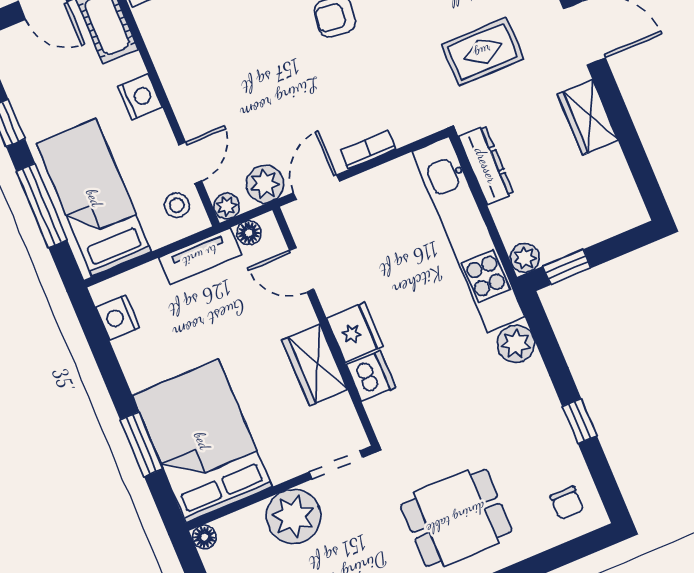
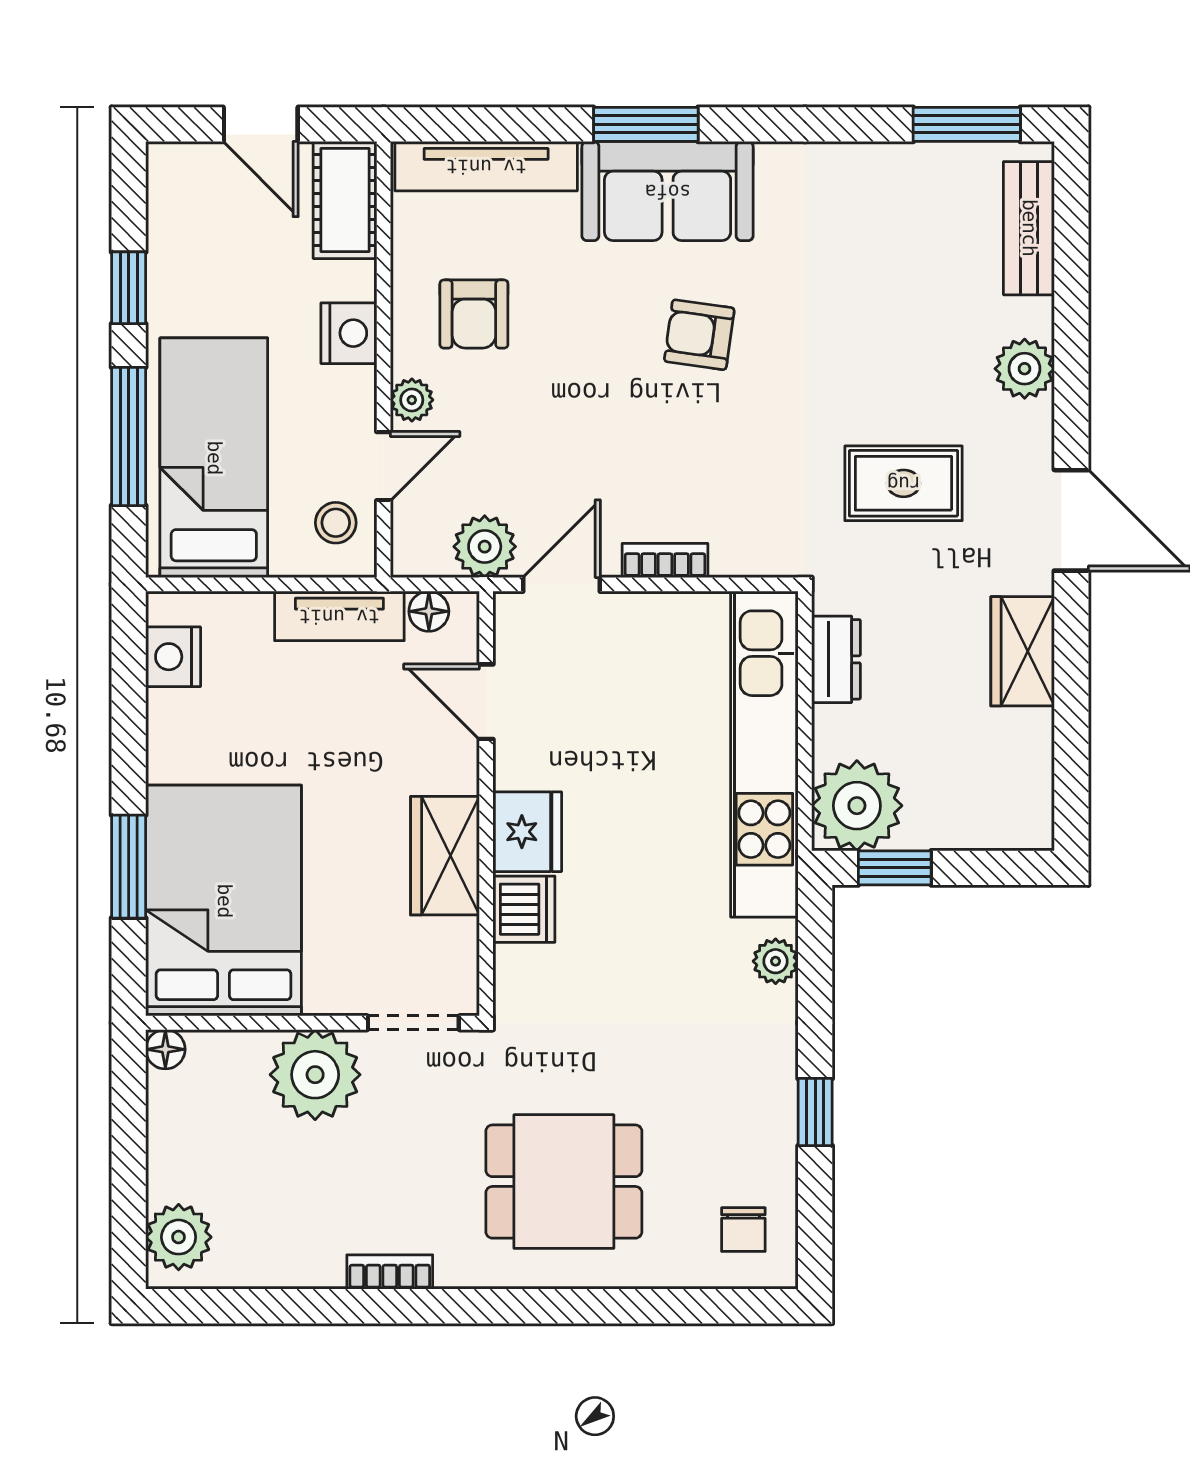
armchair: (205, 57) -> (474, 314), added
dresser: (486, 165) -> (836, 659), width x0.70
plant: (227, 206) -> (412, 400), moved
plant: (525, 258) -> (857, 806), width x1.88, depth x1.88
plant: (516, 344) -> (776, 961), width x0.73, depth x0.73

